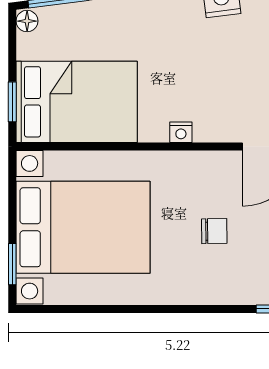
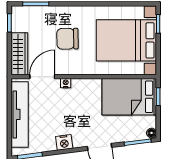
nightstand: (181, 132) -> (66, 83), moved
chair: (214, 231) -> (67, 39), width x1.87, depth x1.87

